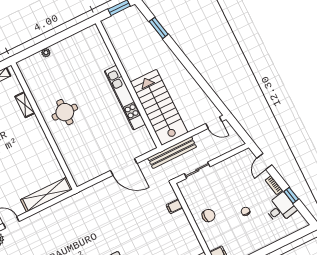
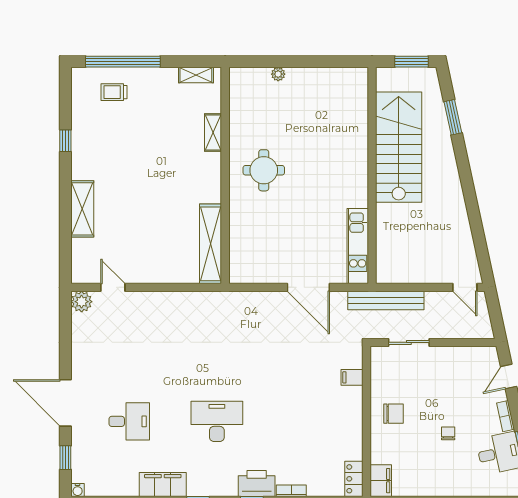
kitchen unit: (125, 98) -> (358, 246), moved, width x0.73
stairs: (159, 107) -> (399, 147), moved
shelving: (47, 194) -> (211, 244), moved, turned 90

